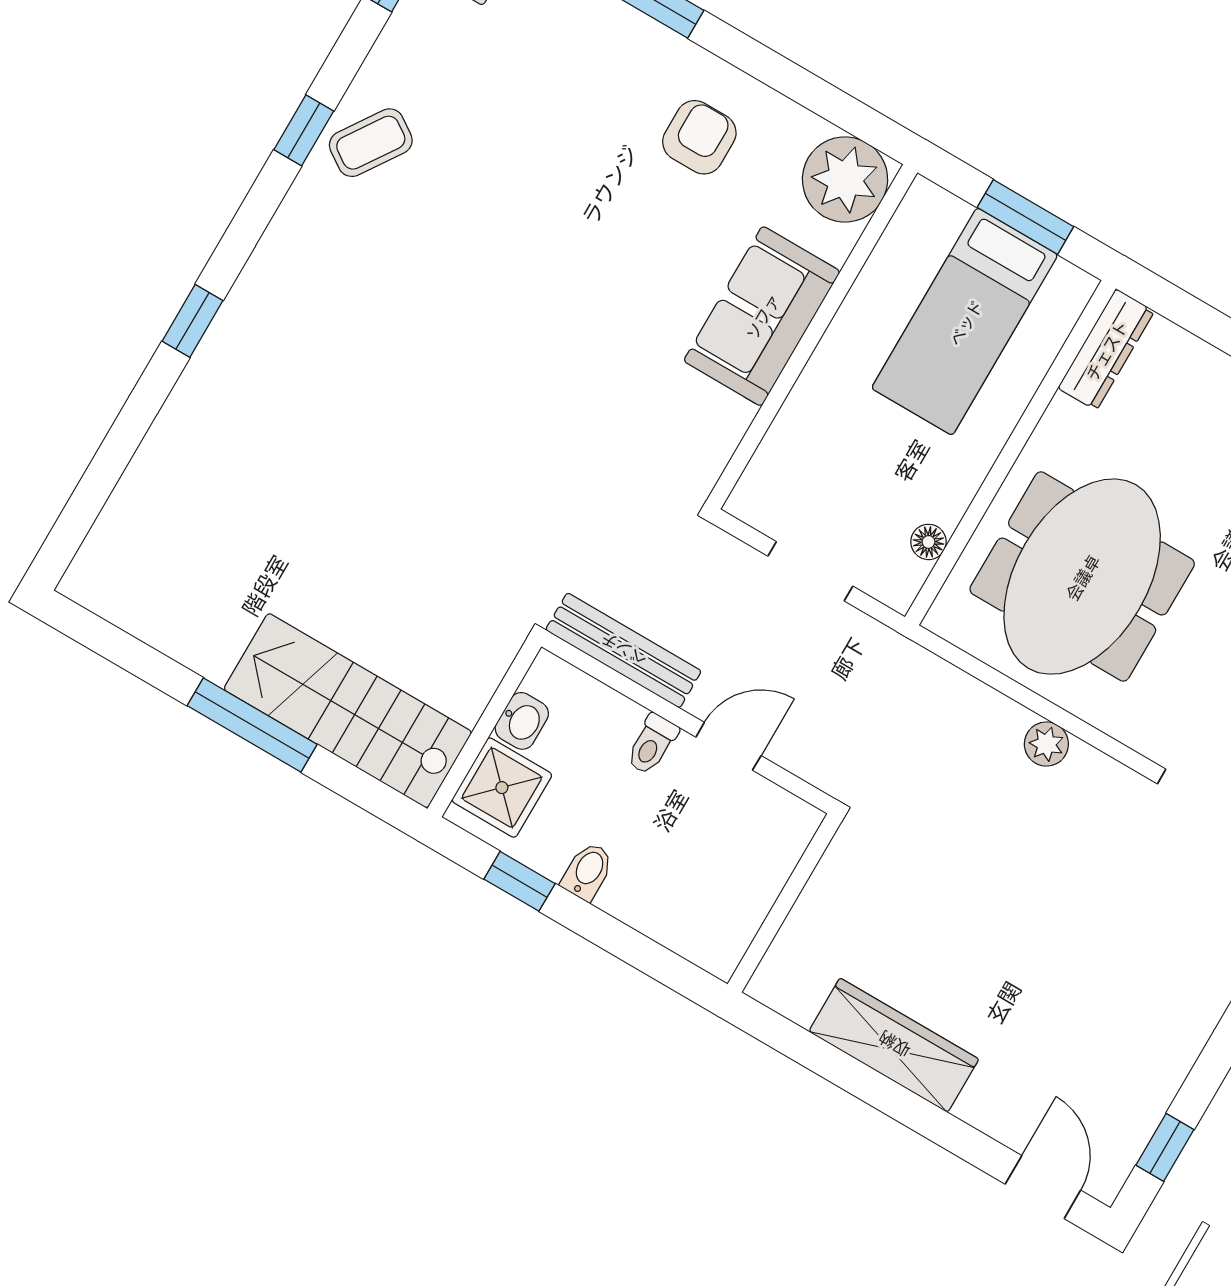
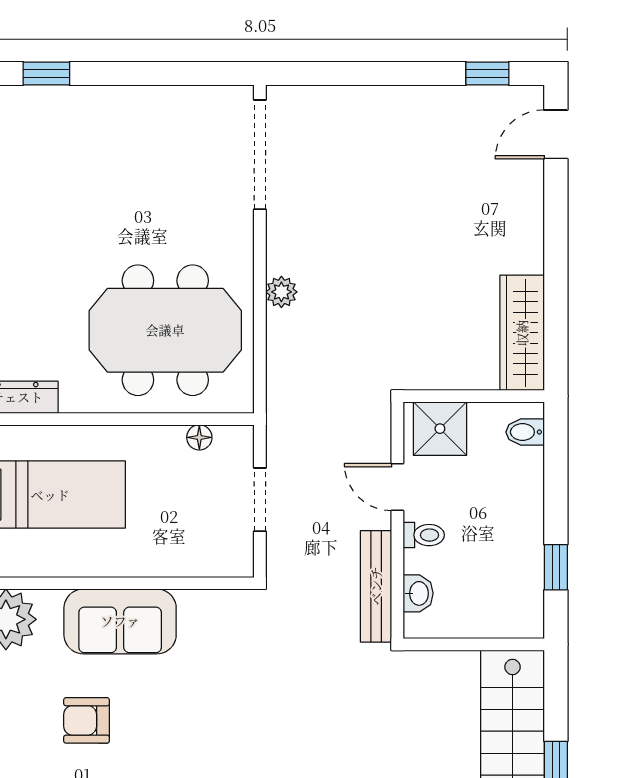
armchair: (699, 137) -> (87, 720), moved
washbasin: (522, 721) -> (418, 593), moved, turned 90
shower: (502, 788) -> (440, 429), moved
bidet: (588, 871) -> (525, 432), moved
wardrobe: (894, 1045) -> (522, 333), moved

